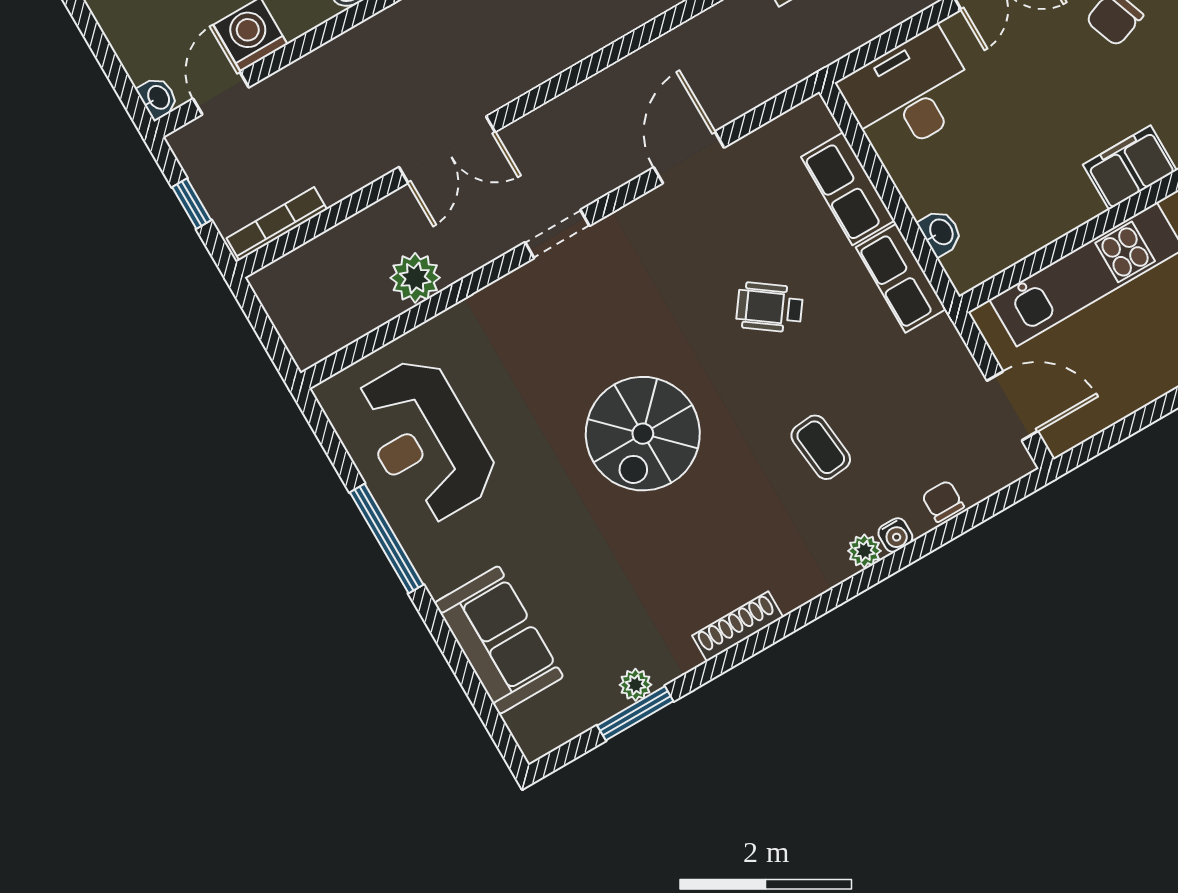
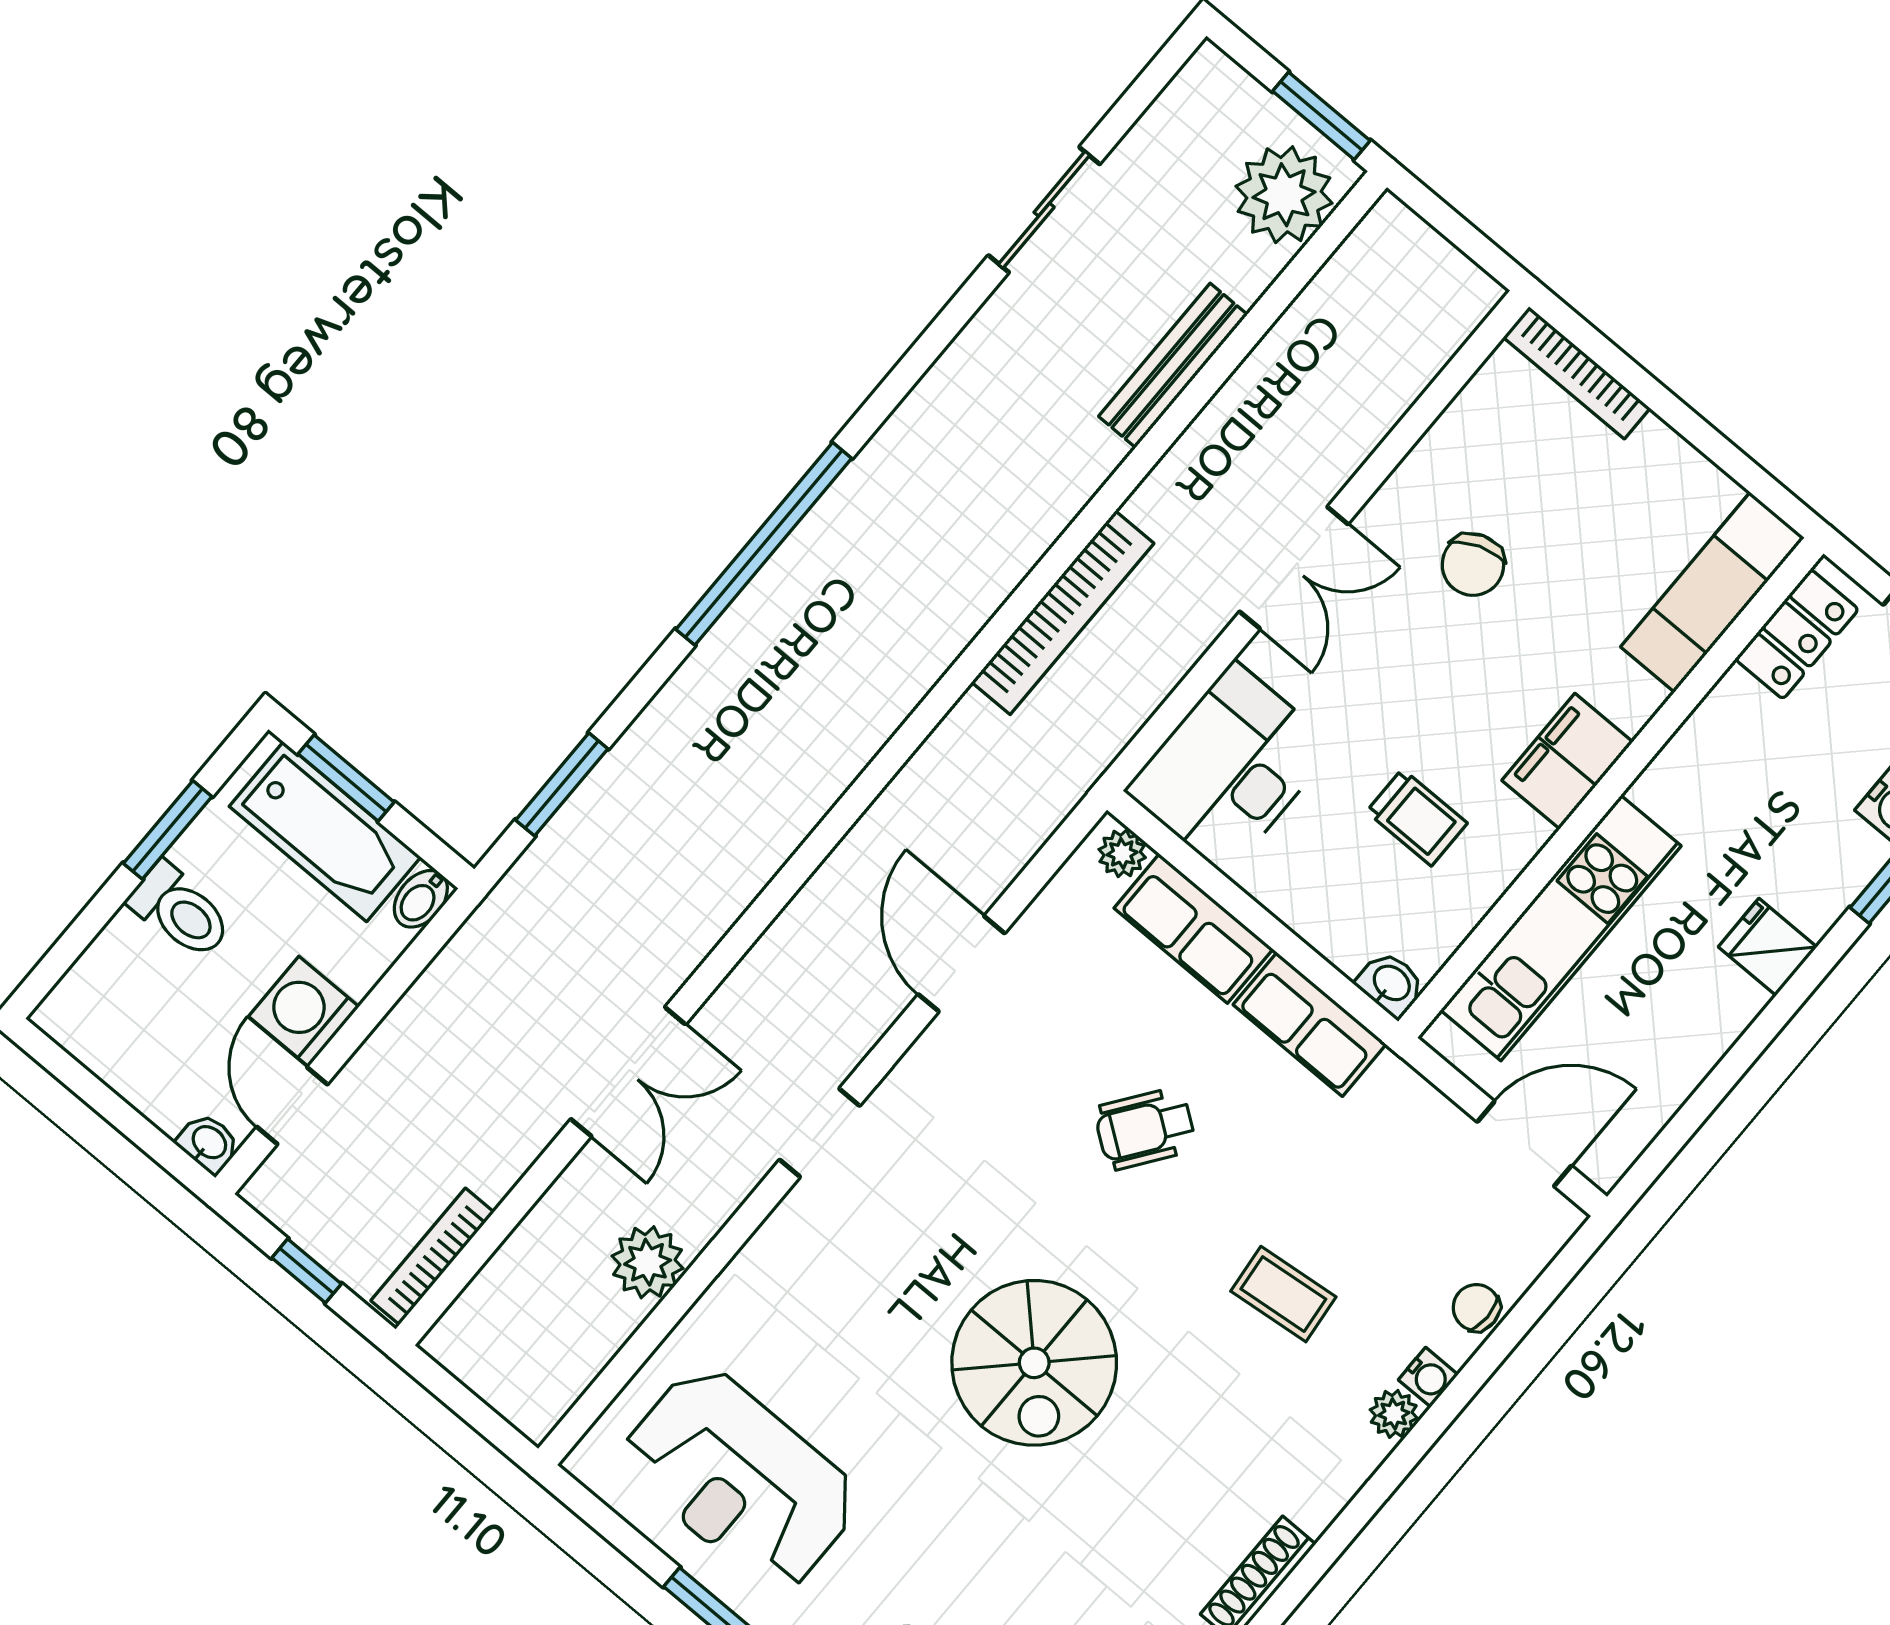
plant: (819, 123) -> (1122, 853), added
trolley: (1019, 169) -> (1417, 817), added
washbasin: (941, 232) -> (1391, 984), moved

